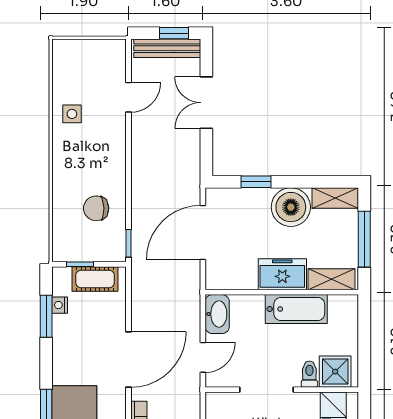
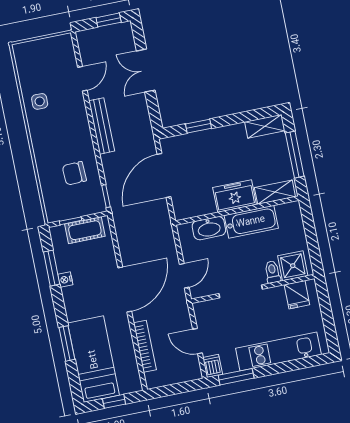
bench: (167, 48) -> (102, 126), moved, turned 90
boiler: (291, 207) -> (231, 141), removed
nightstand: (60, 305) -> (65, 280), moved
washbasin: (217, 314) -> (209, 228), moved, turned 90

